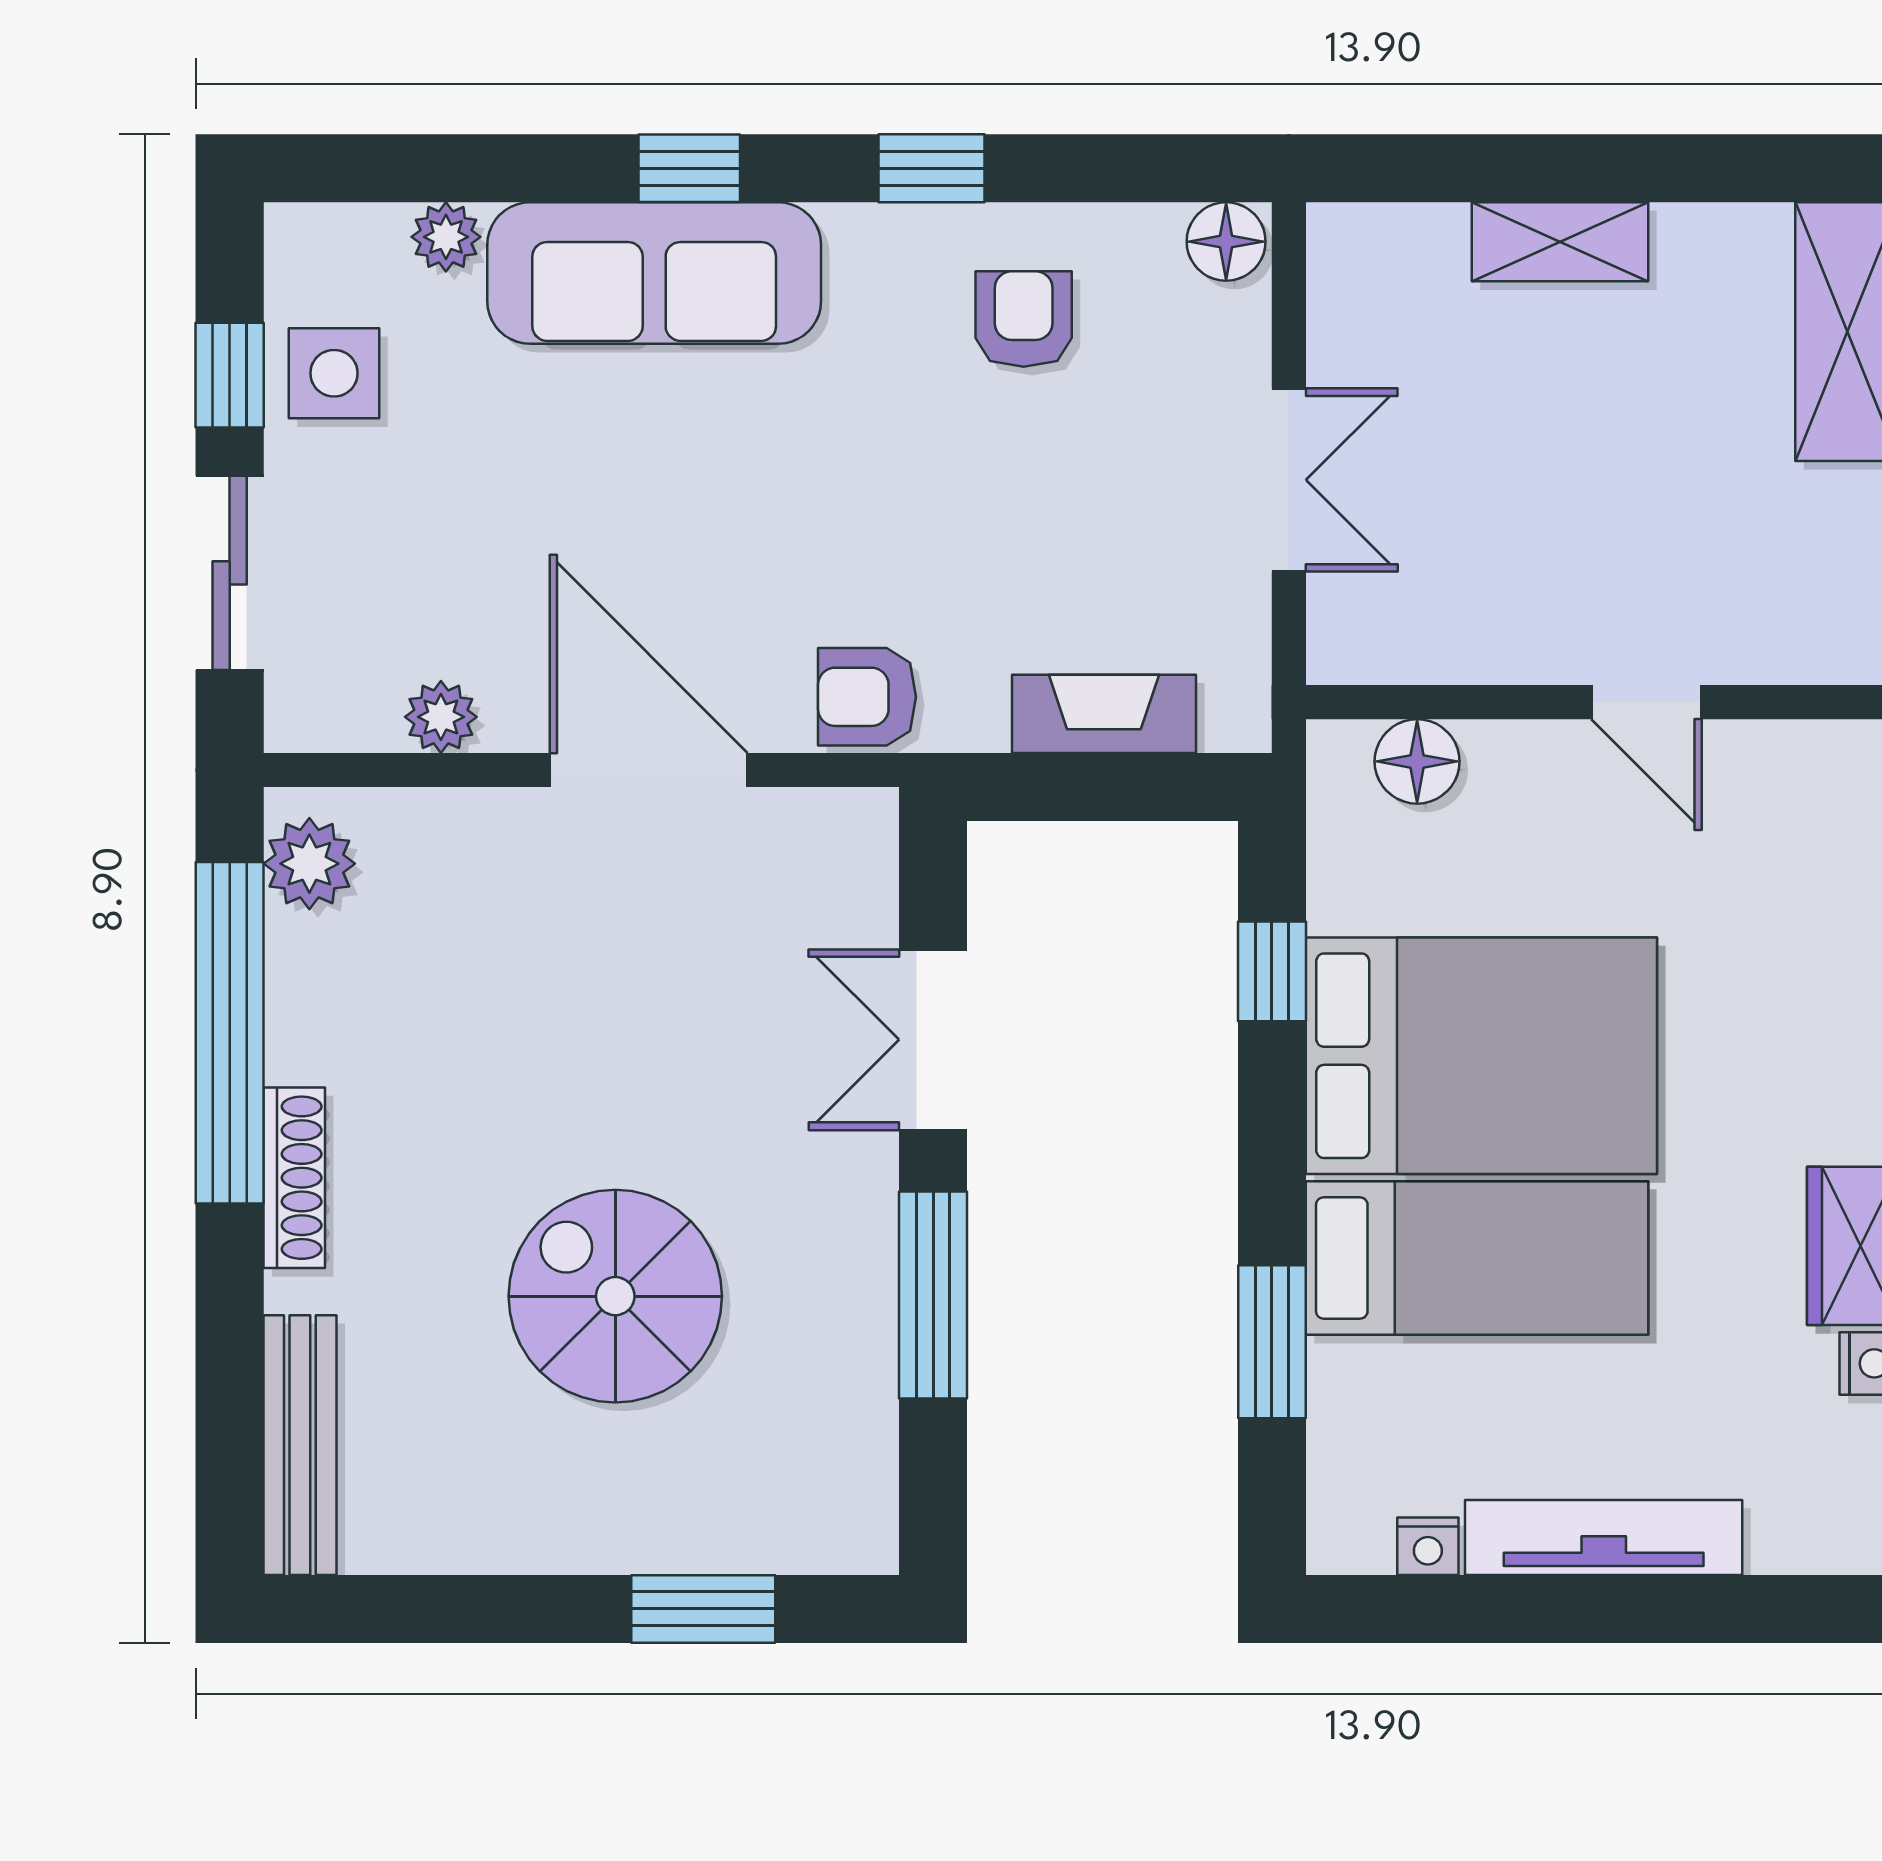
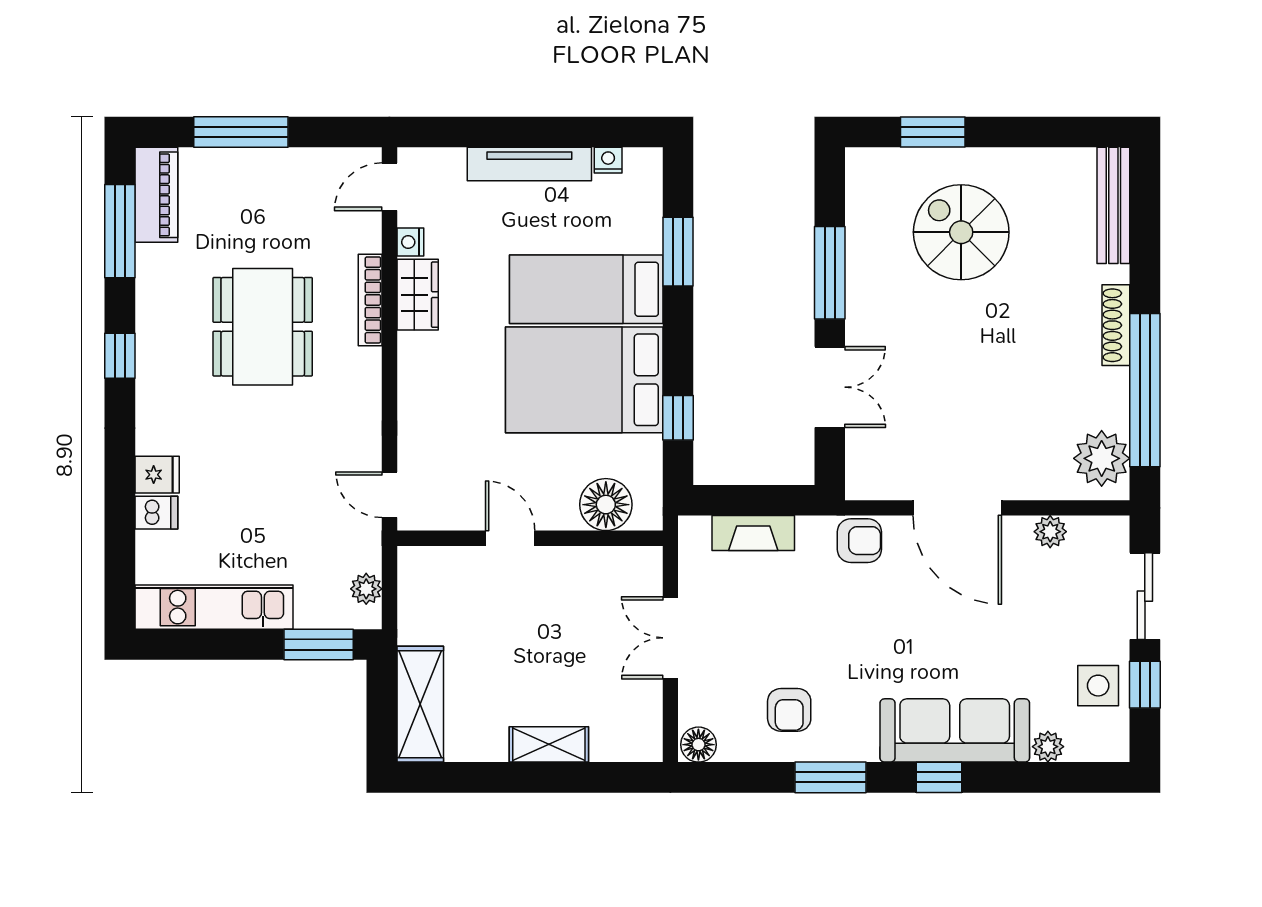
window: (932, 168) -> (830, 777), width x1.50
floor lamp: (1417, 761) -> (606, 505), width x1.38, depth x1.38
plant: (309, 864) -> (1102, 458), width x1.36, depth x1.36
spiral stairs: (615, 1296) -> (961, 232), moved, turned 180

